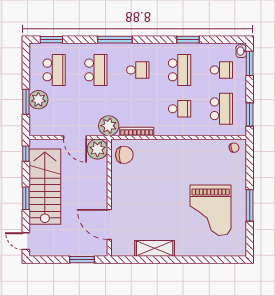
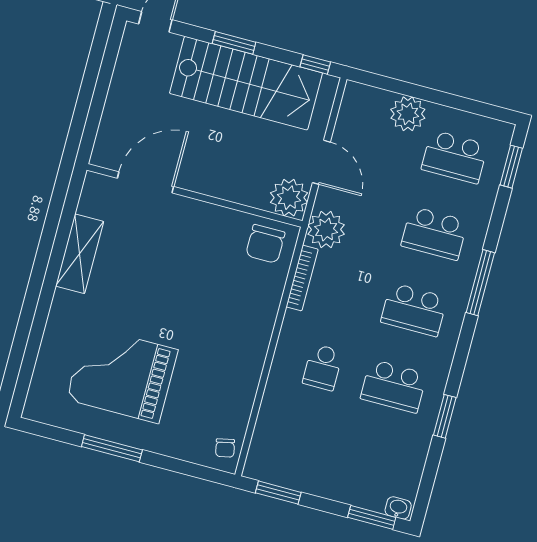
school desk: (138, 70) -> (414, 310), width x1.85
school desk: (221, 70) -> (373, 462), removed
window: (26, 102) -> (410, 90), removed
school desk: (221, 109) -> (302, 444), removed
door: (75, 137) -> (321, 162), swing flipped
window: (82, 260) -> (95, 116), removed

